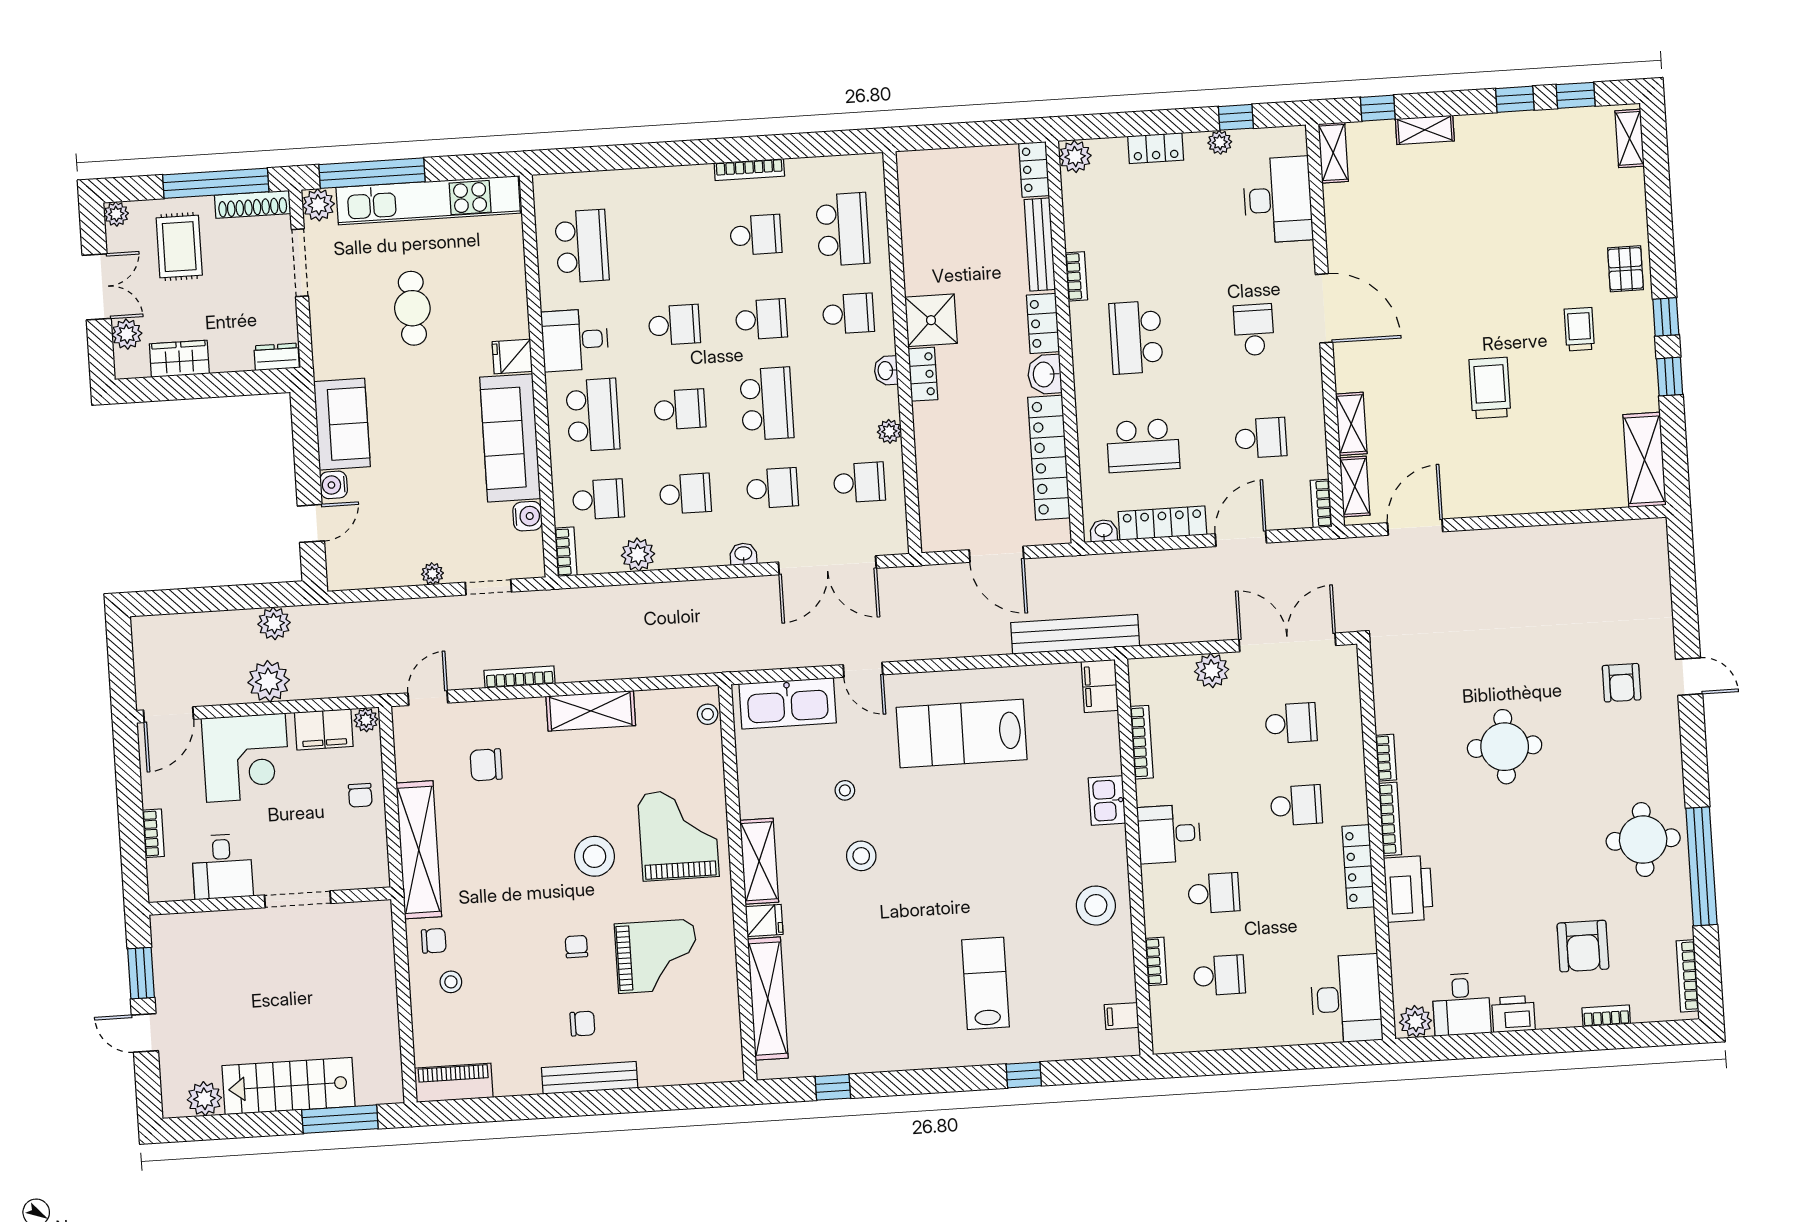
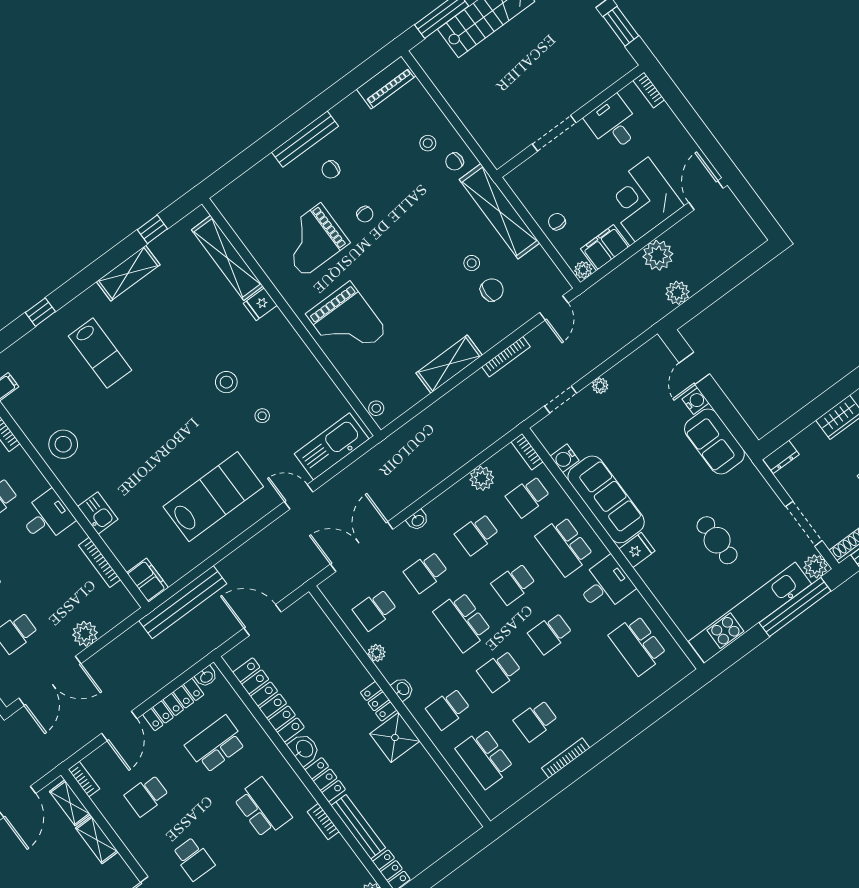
bookcase: (153, 833) -> (649, 90), moved
stool: (594, 856) -> (472, 263), moved, width x0.53, depth x0.53
shelving: (759, 861) -> (128, 273), moved, turned 90

